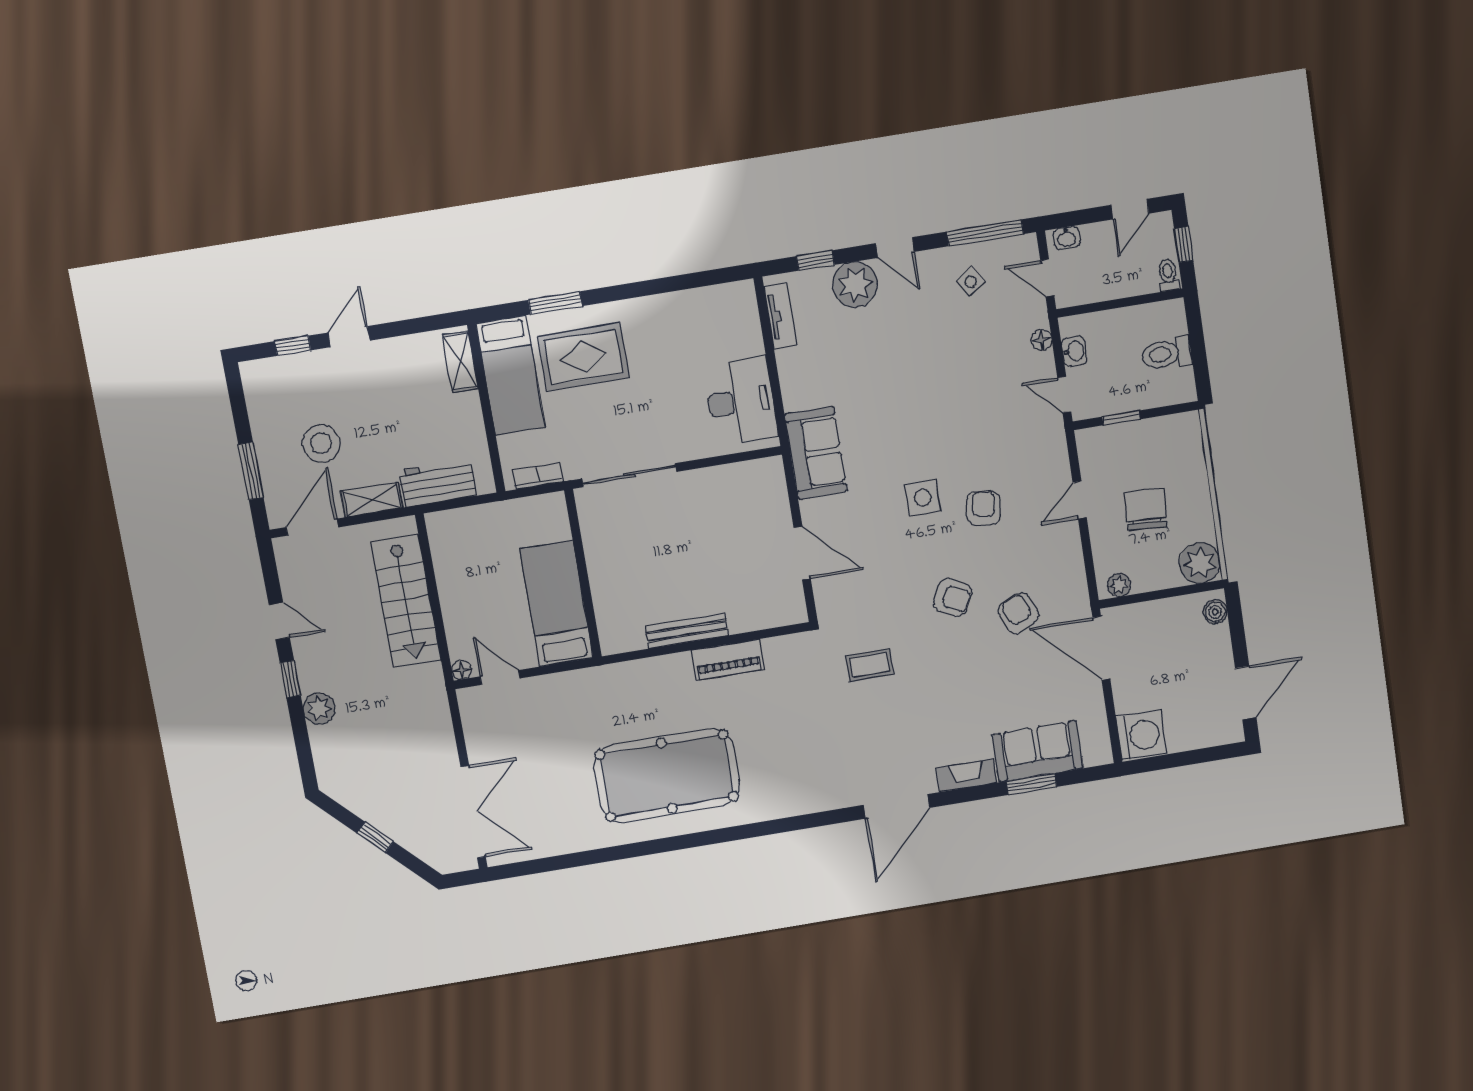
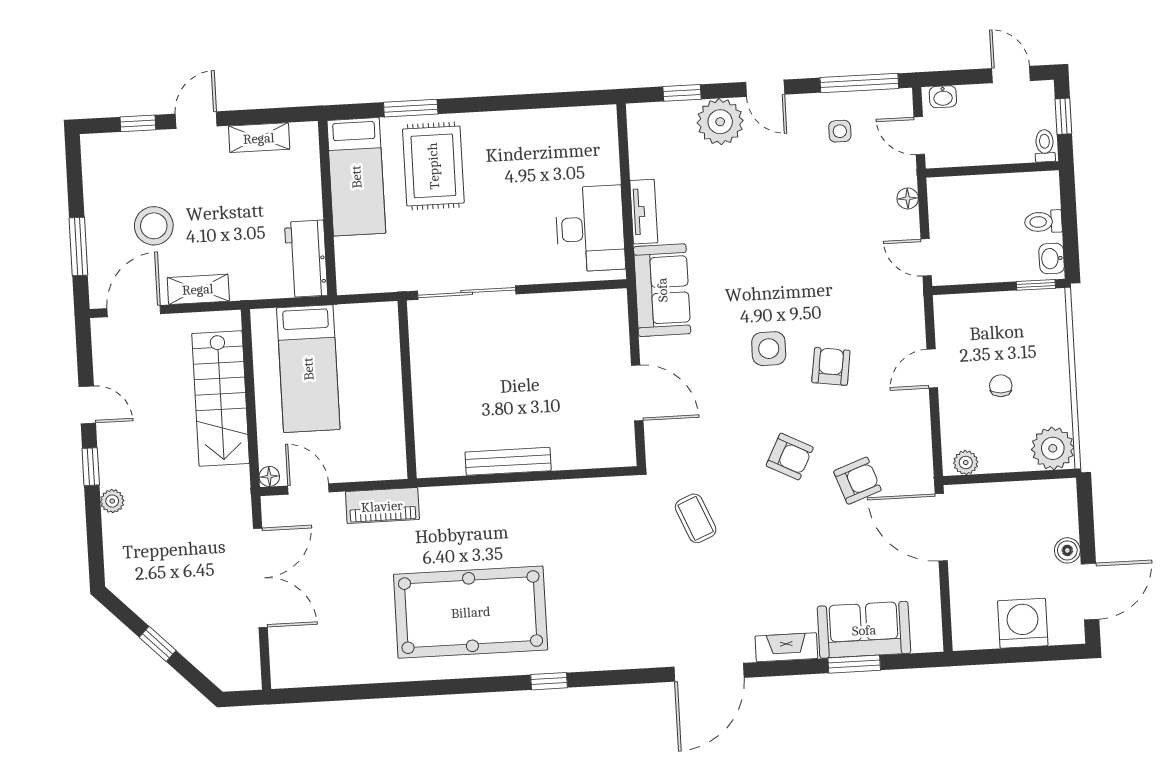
door: (1130, 209) -> (1011, 75), swing flipped
side table: (971, 282) -> (840, 131), turned 33
tv unit: (780, 316) -> (644, 212), moved
washbasin: (1074, 351) -> (1052, 259), moved, turned 180
toilet: (1167, 354) -> (1043, 222), width x0.73, depth x0.72
rug: (584, 357) -> (433, 166), turned 90
shelving: (460, 362) -> (259, 138), moved, turned 90
window: (1121, 418) -> (1036, 285), moved
bookcase: (538, 476) -> (372, 283), removed
workbench: (438, 483) -> (306, 259), moved, turned -90
chair: (1146, 509) -> (1001, 386), width x0.54, depth x0.54
bed: (556, 604) -> (308, 369), moved, turned 180
boiler: (1215, 612) -> (1067, 550), moved
armchair: (1019, 613) -> (857, 481), turned 94
piano: (728, 660) -> (382, 506), moved
coffee table: (870, 665) -> (696, 518), turned 67
plant: (319, 708) -> (112, 501), width x0.73, depth x0.73
washing machine: (1141, 735) -> (1023, 623), moved, turned -90
double door: (473, 812) -> (260, 578), moved
window: (748, 831) -> (549, 681), added

